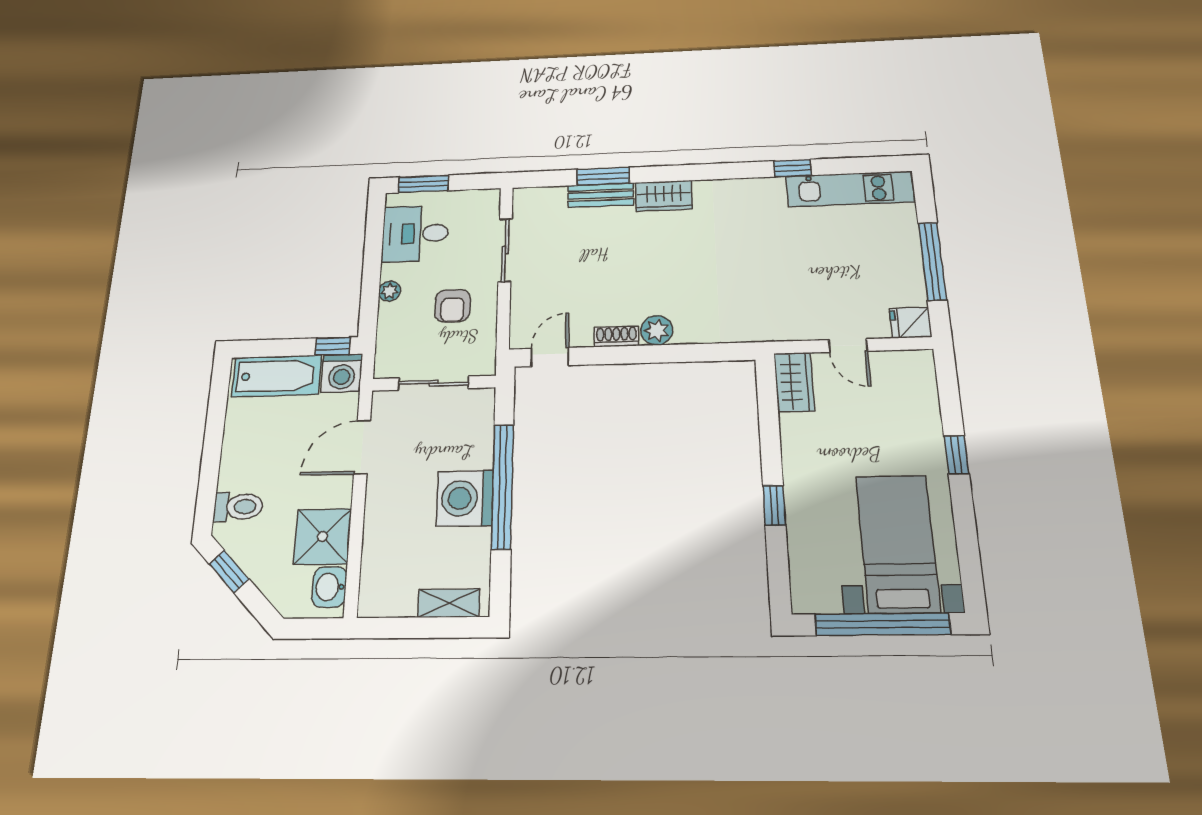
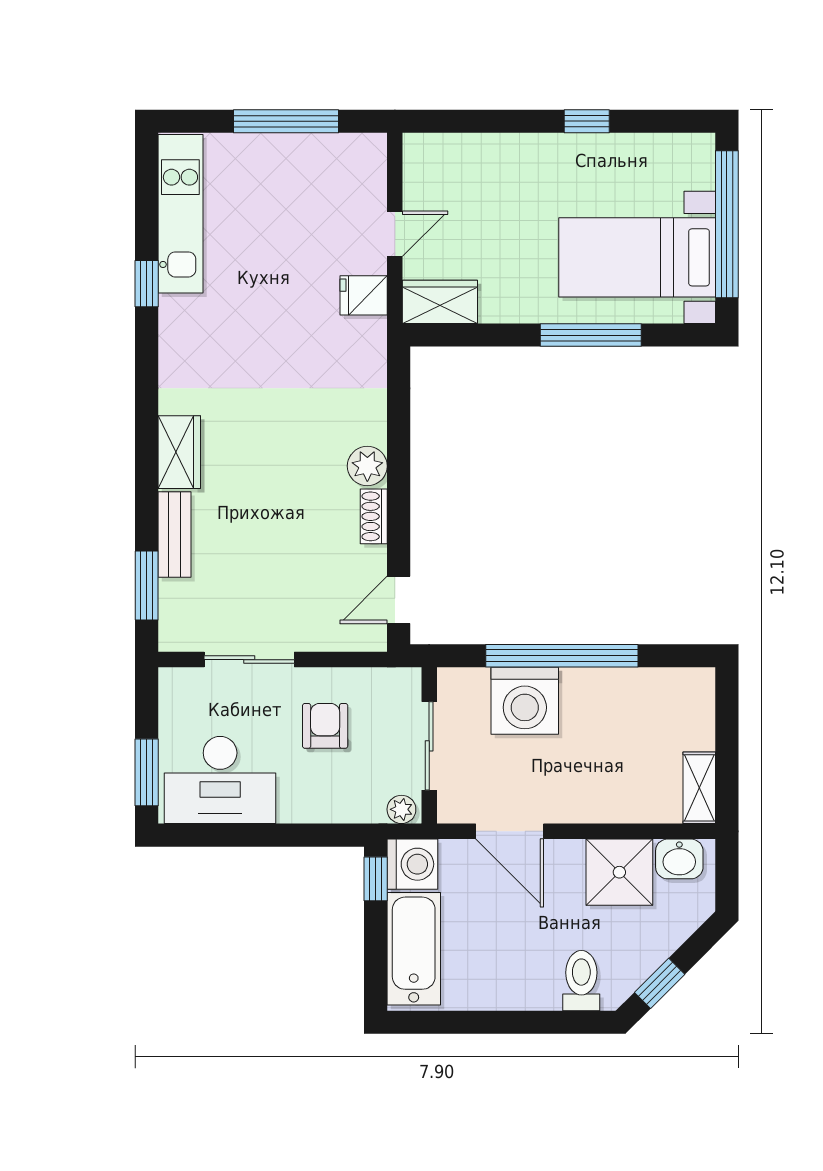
window: (603, 176) -> (147, 585), moved
desk: (415, 234) -> (220, 780), width x1.37
plant: (390, 291) -> (401, 809), moved
armchair: (452, 306) -> (325, 726), turned -91
fridge: (911, 323) -> (364, 295), moved, turned 90
door: (550, 357) -> (399, 600), hinge flipped
window: (956, 455) -> (587, 121), moved
washing machine: (465, 498) -> (525, 701), moved
window: (774, 505) -> (591, 335), width x2.17
bed with nightstands: (897, 543) -> (637, 257), moved
shelving: (449, 603) -> (699, 788), moved

